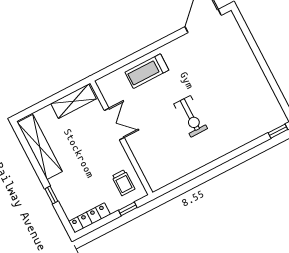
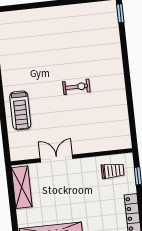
exercise bike: (191, 116) -> (76, 87), width x0.73, depth x0.72

